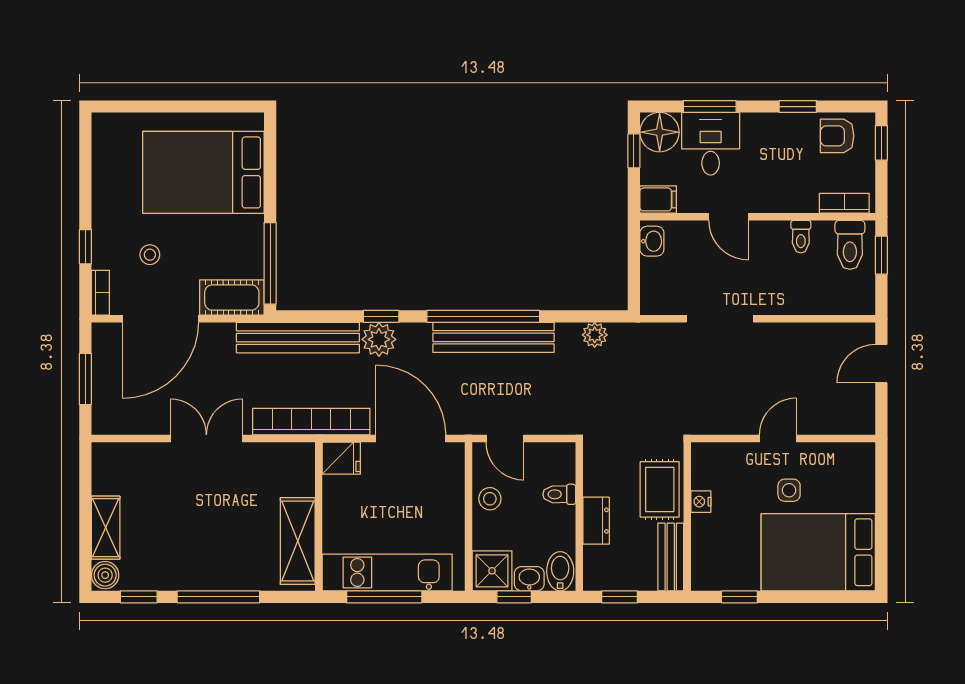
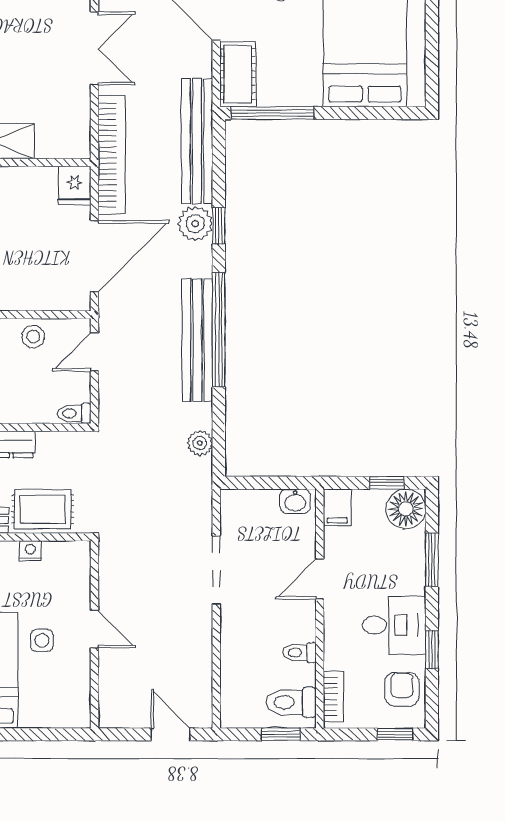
desk: (711, 144) -> (394, 625), moved
toilet: (559, 494) -> (74, 413), moved, turned -90

